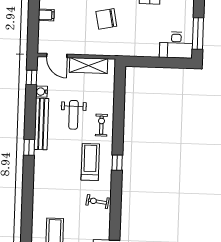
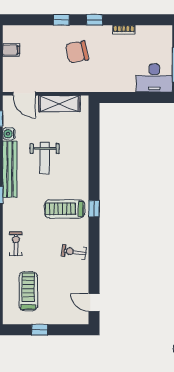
exercise bike: (101, 125) -> (16, 244), moved
treadmill: (90, 162) -> (65, 209), turned -90

